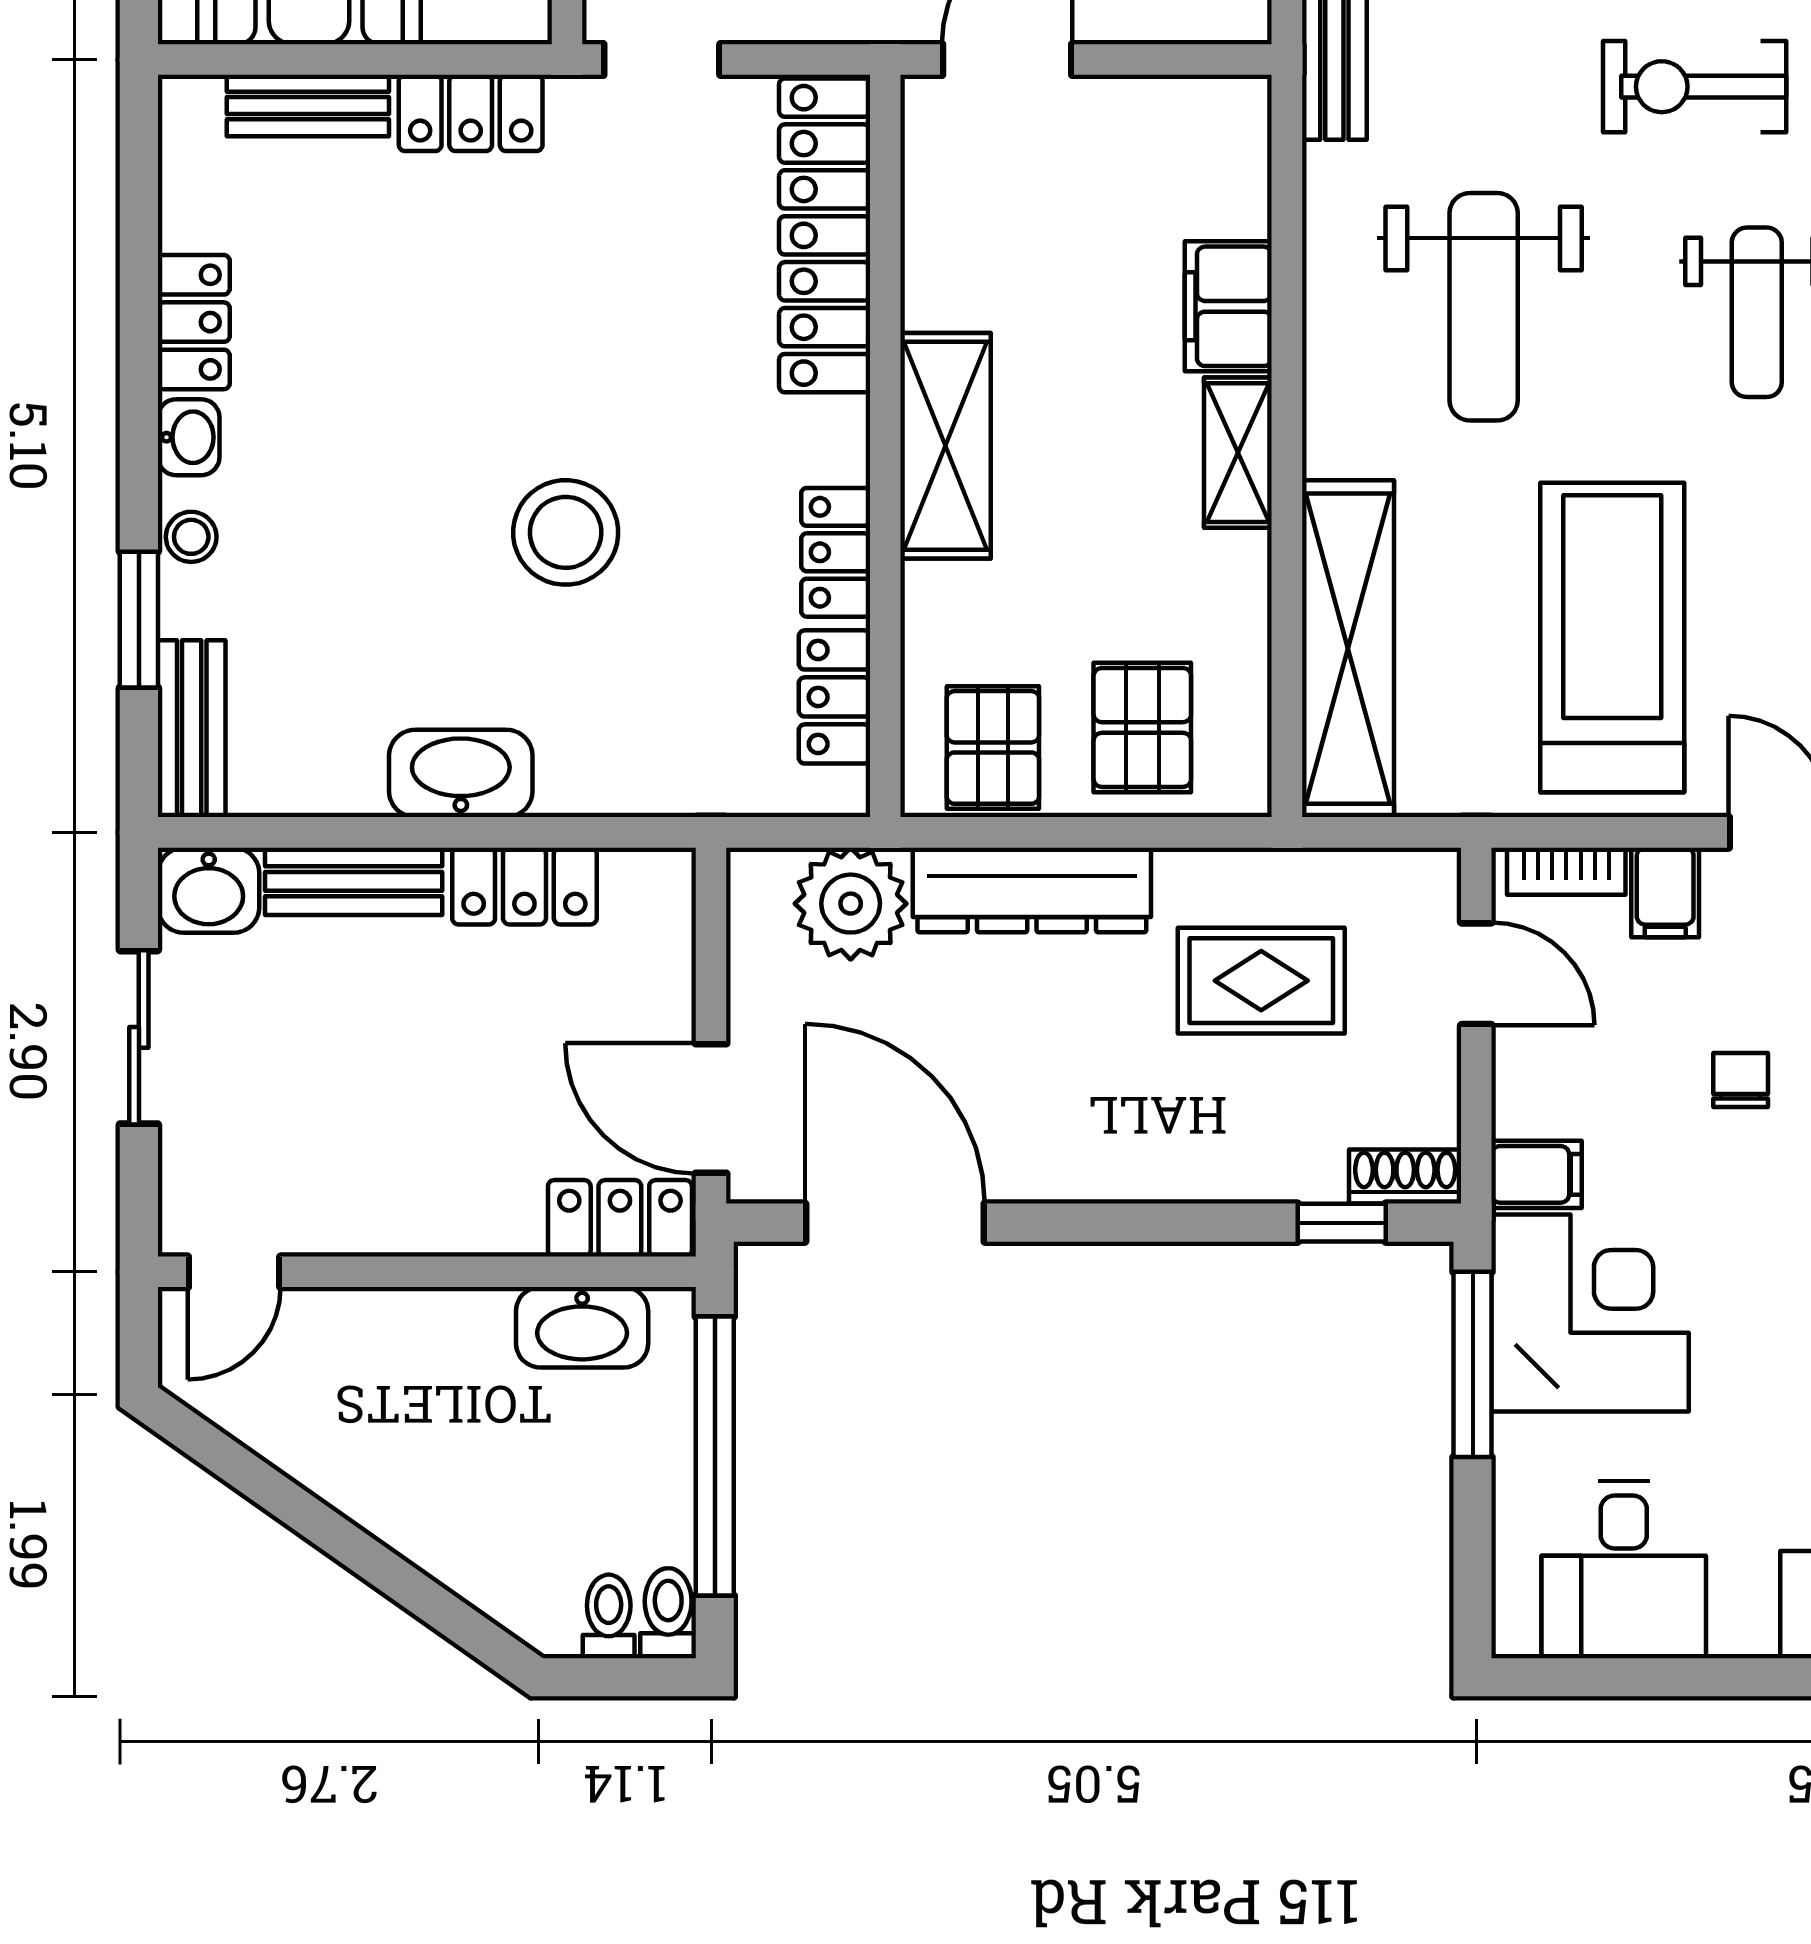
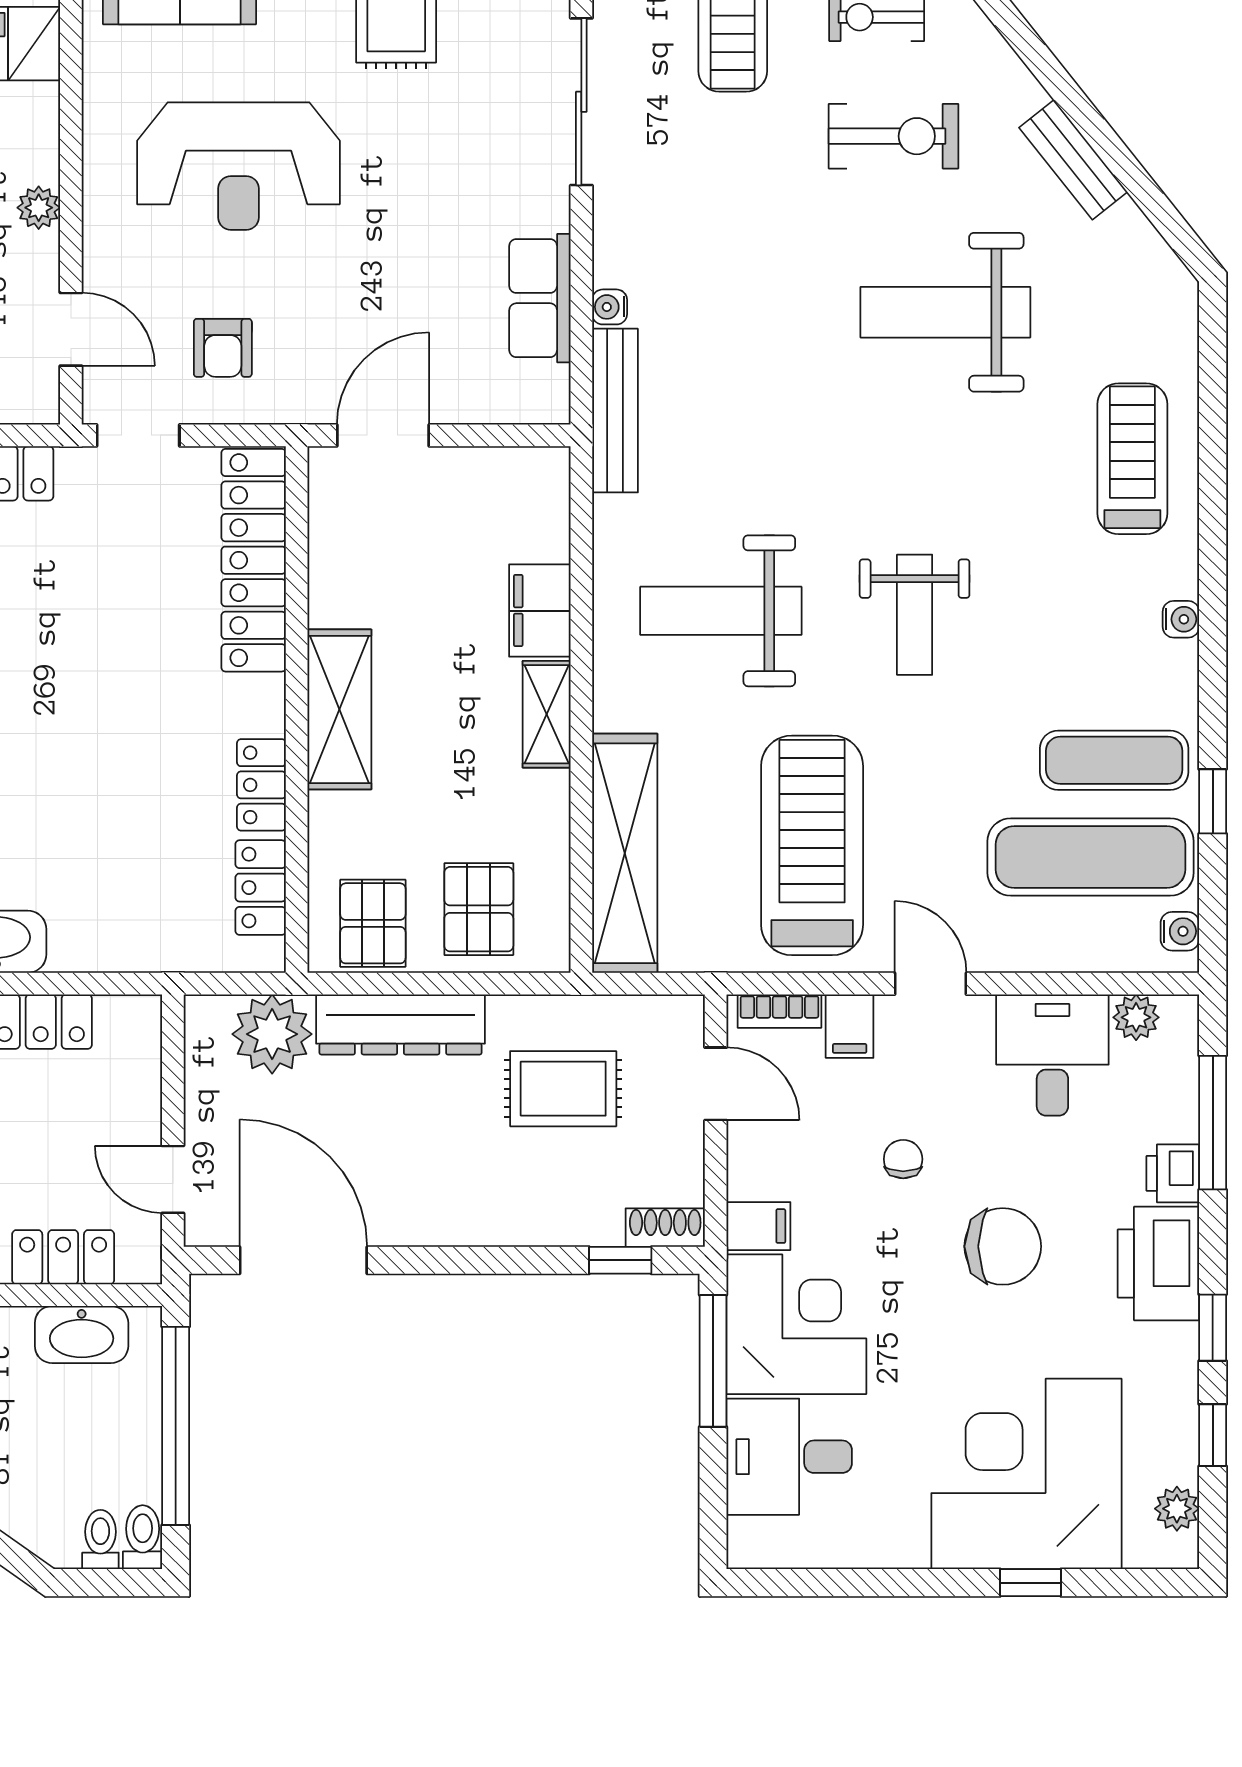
exercise bike: (1695, 87) -> (871, 455), removed
weight bench: (1484, 307) -> (721, 611), turned 90
stool: (566, 532) -> (70, 771), removed
door: (711, 1109) -> (173, 1179), width x0.73
locker: (620, 1218) -> (63, 1257), moved
desk: (1624, 1570) -> (789, 1457), moved, turned 90

